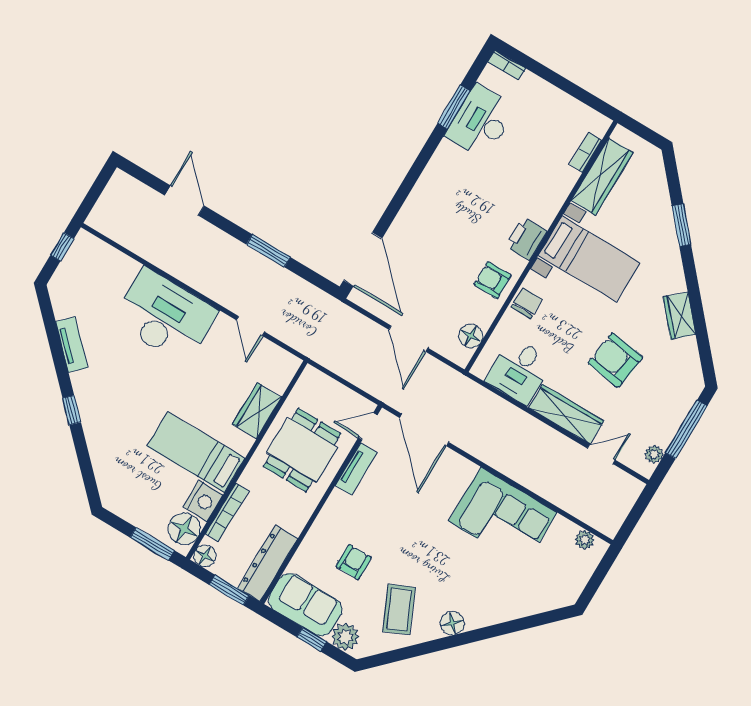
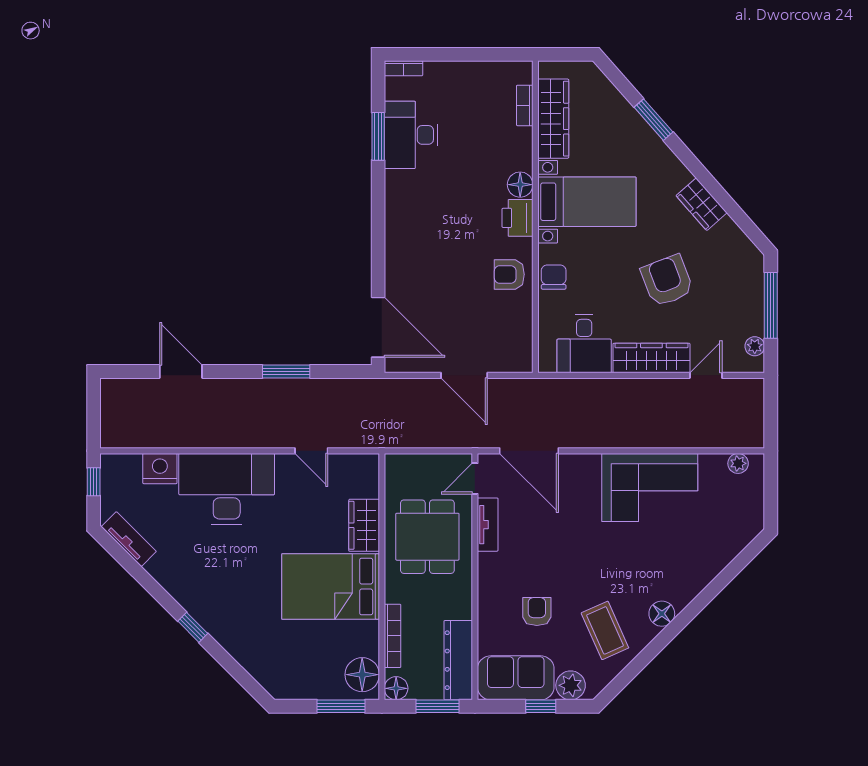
floor lamp: (471, 336) -> (520, 185), moved
tv unit: (72, 345) -> (129, 539), moved
armchair: (615, 360) -> (667, 281), turned 61
bed: (196, 452) -> (331, 586), width x1.50
nightstand: (203, 501) -> (160, 469), moved, turned -90

